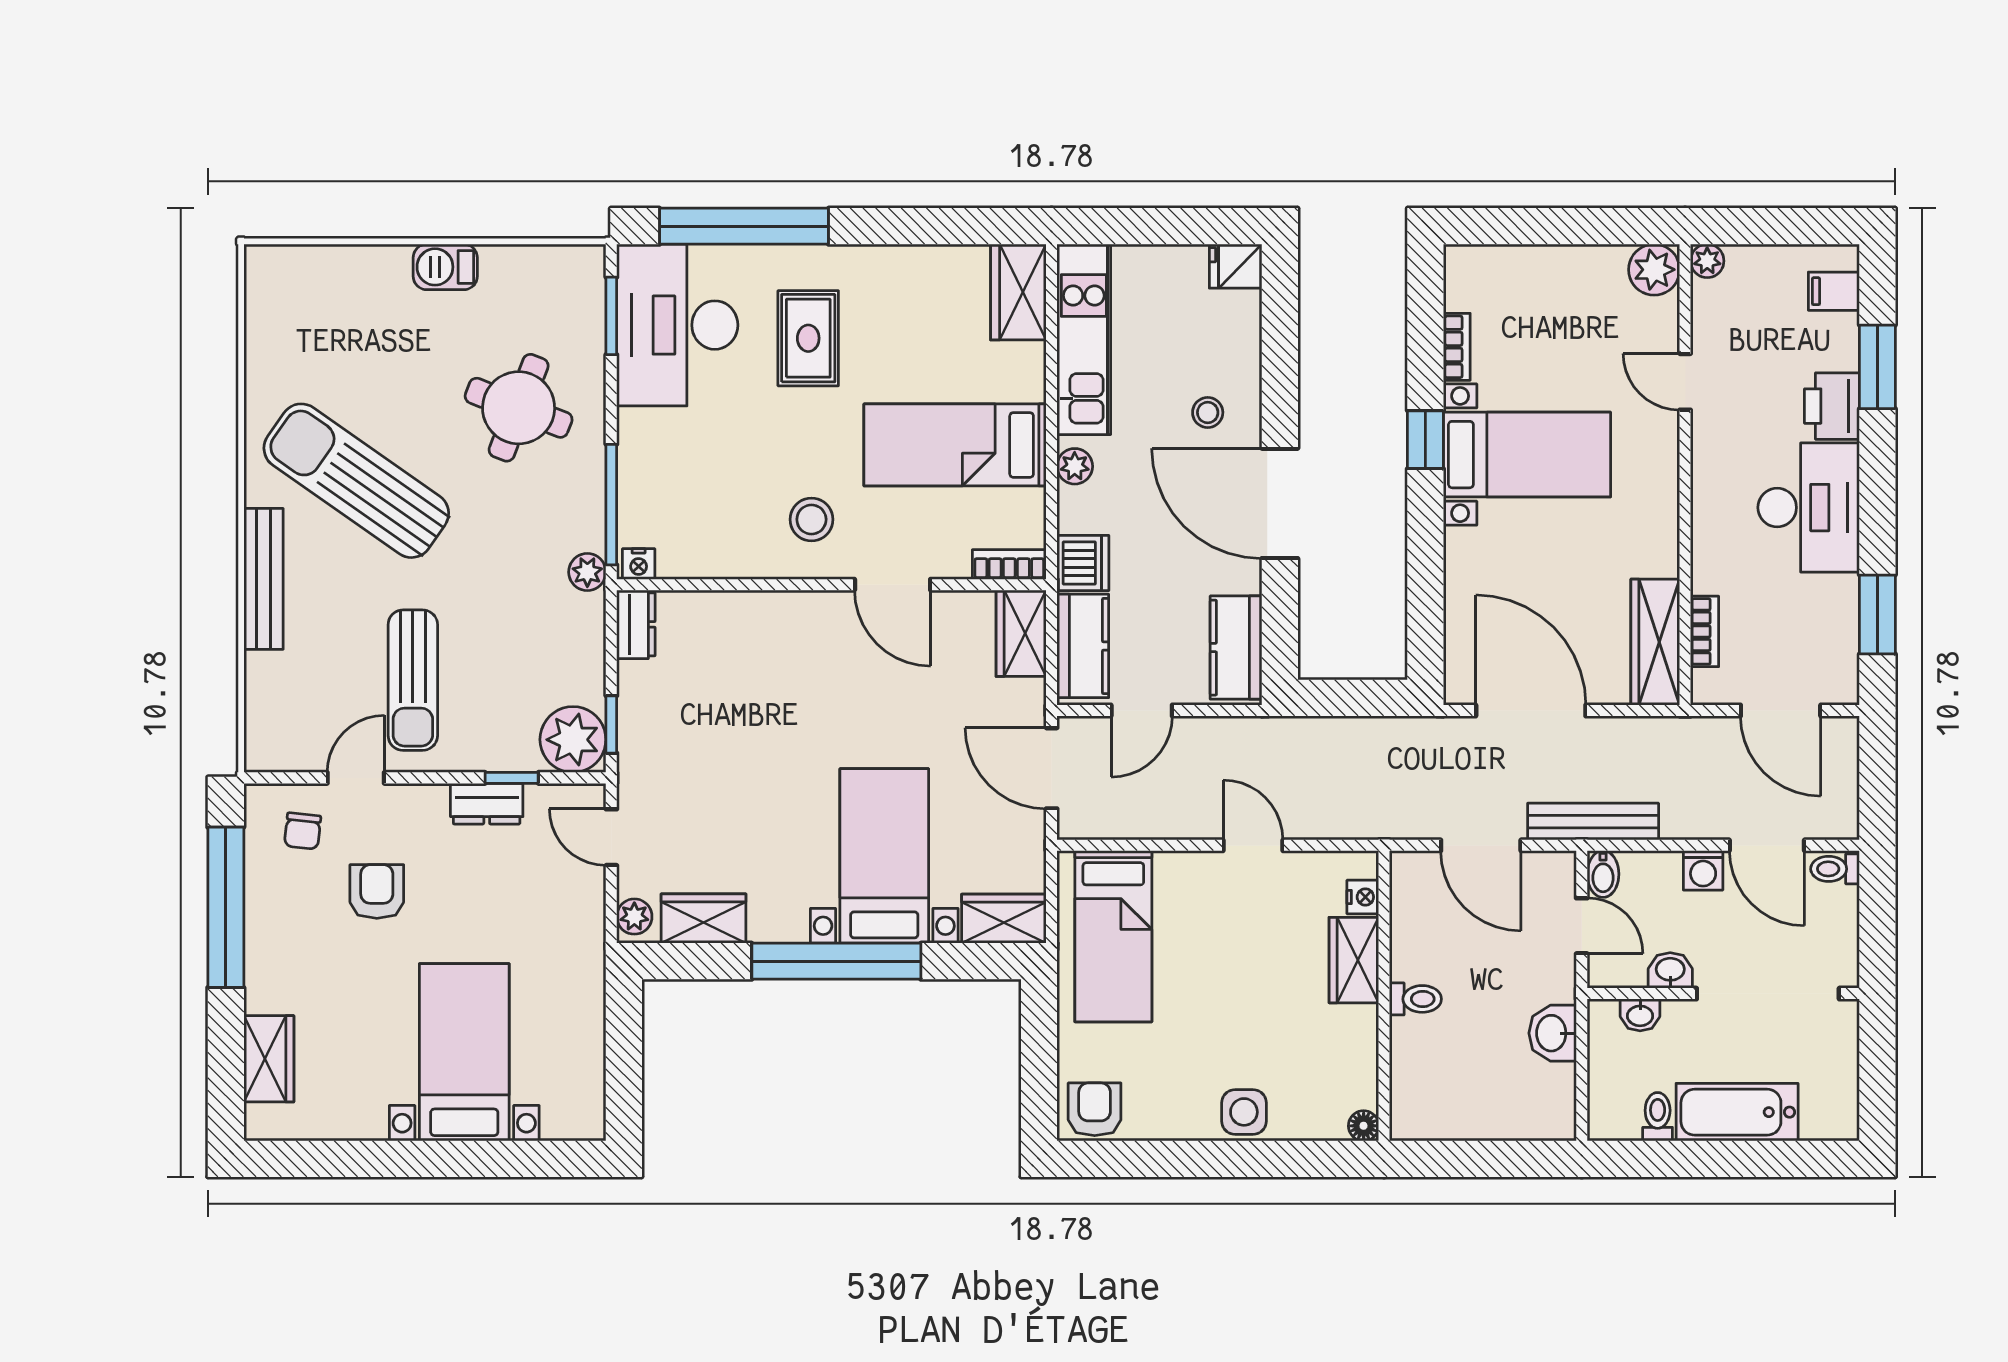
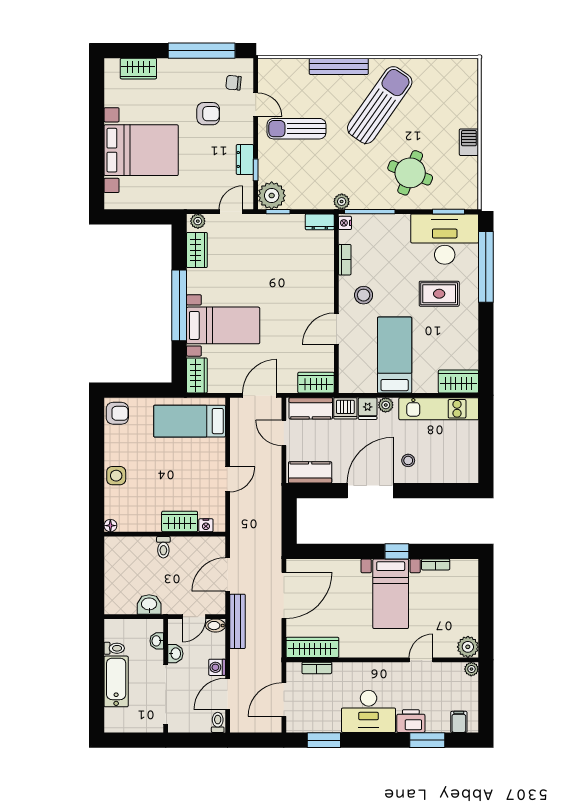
fridge: (1236, 266) -> (368, 409), moved, turned 180
bookcase: (1009, 565) -> (345, 260), moved
bed with nightstands: (464, 1052) -> (141, 150), width x1.36

